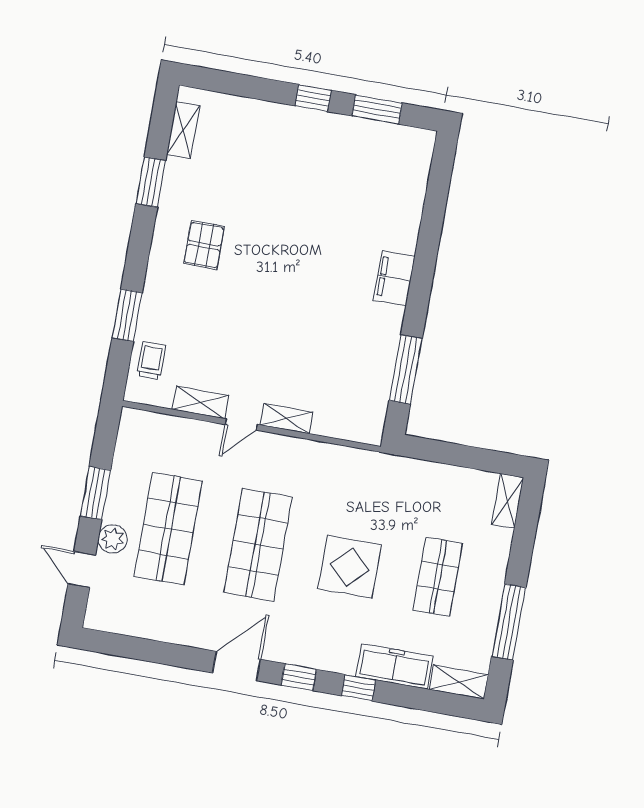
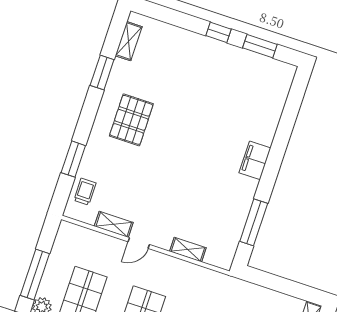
pallet: (204, 245) -> (131, 120), width x1.50, depth x1.42
shelving: (287, 419) -> (188, 250), moved
window: (95, 493) -> (35, 275), width x1.44

